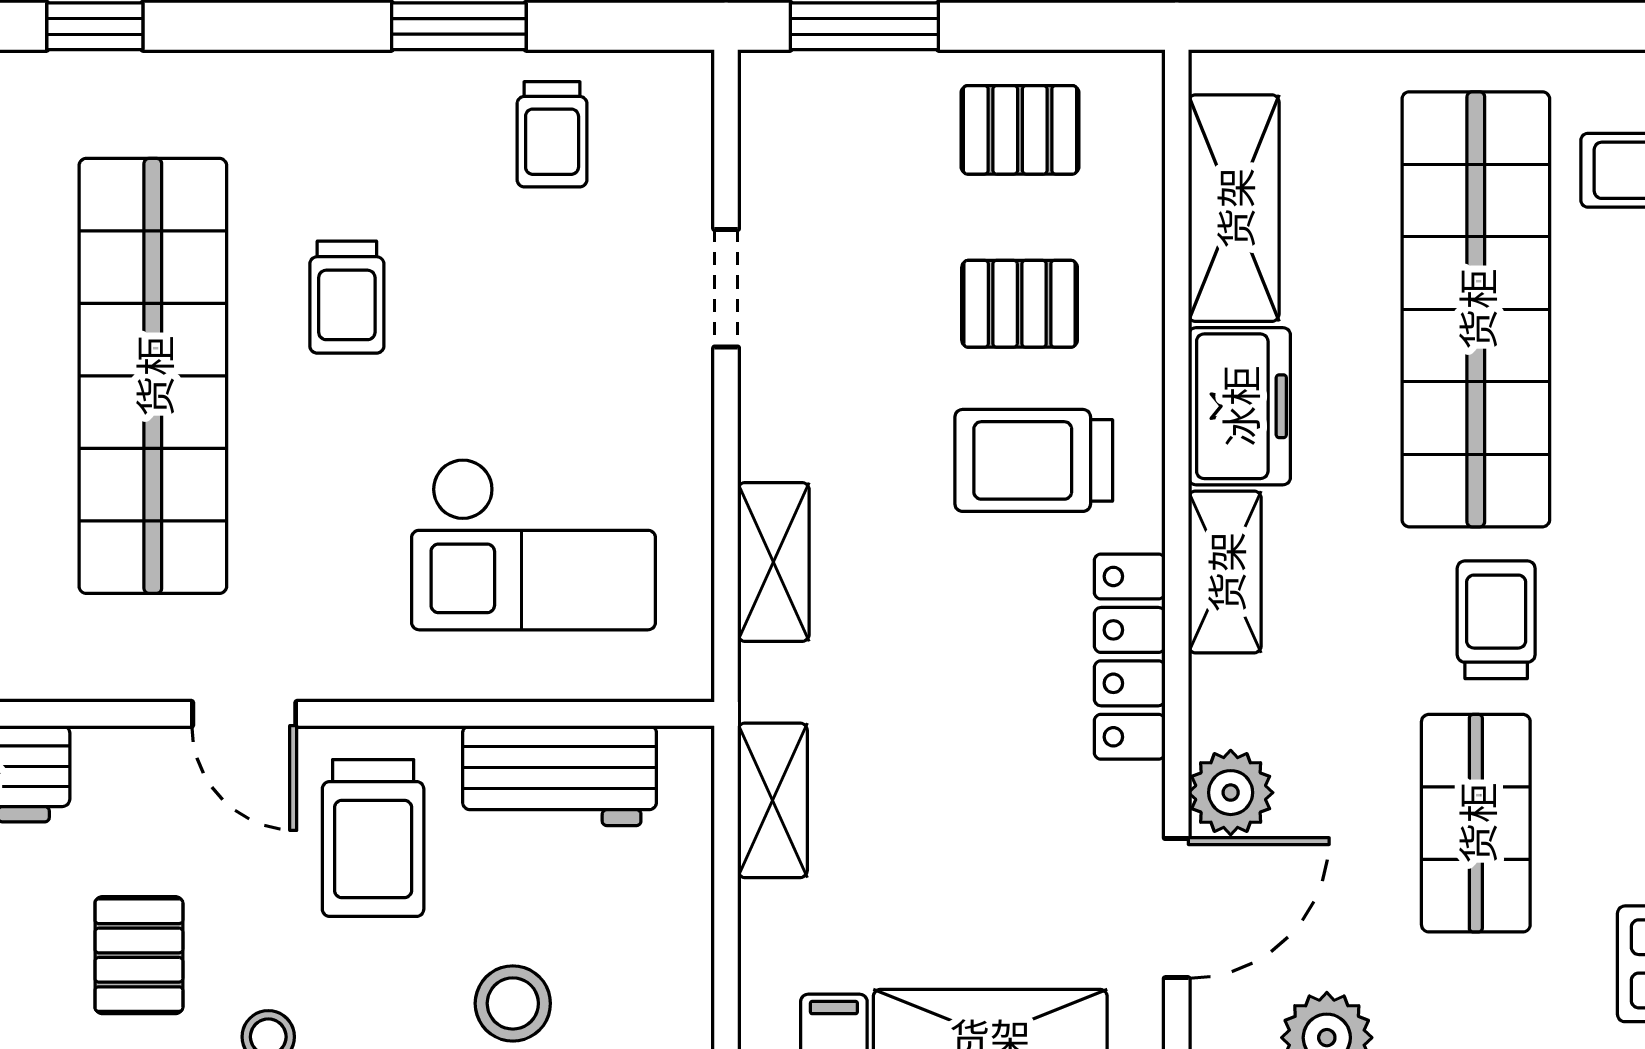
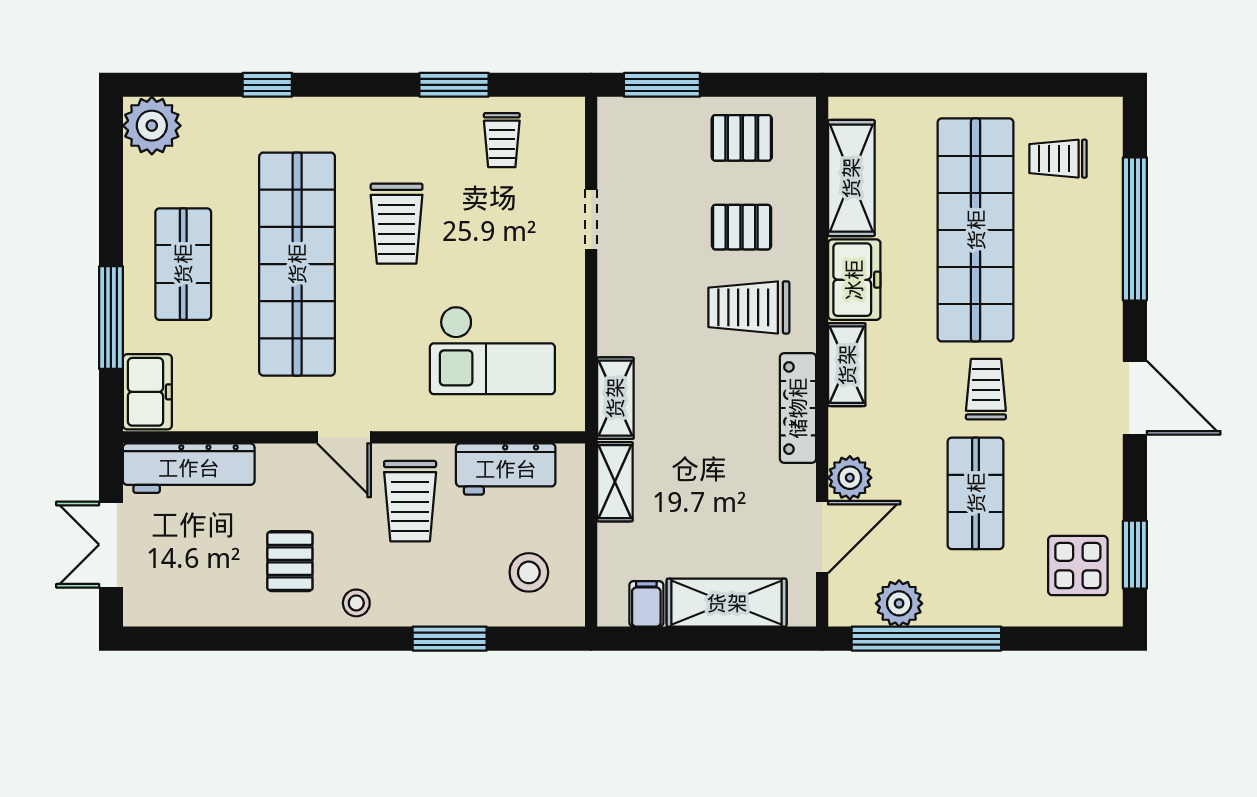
trolley: (347, 297) -> (397, 224), width x1.36, depth x1.39
shelving: (773, 562) -> (615, 398), moved
stool: (513, 1003) -> (529, 572), moved

